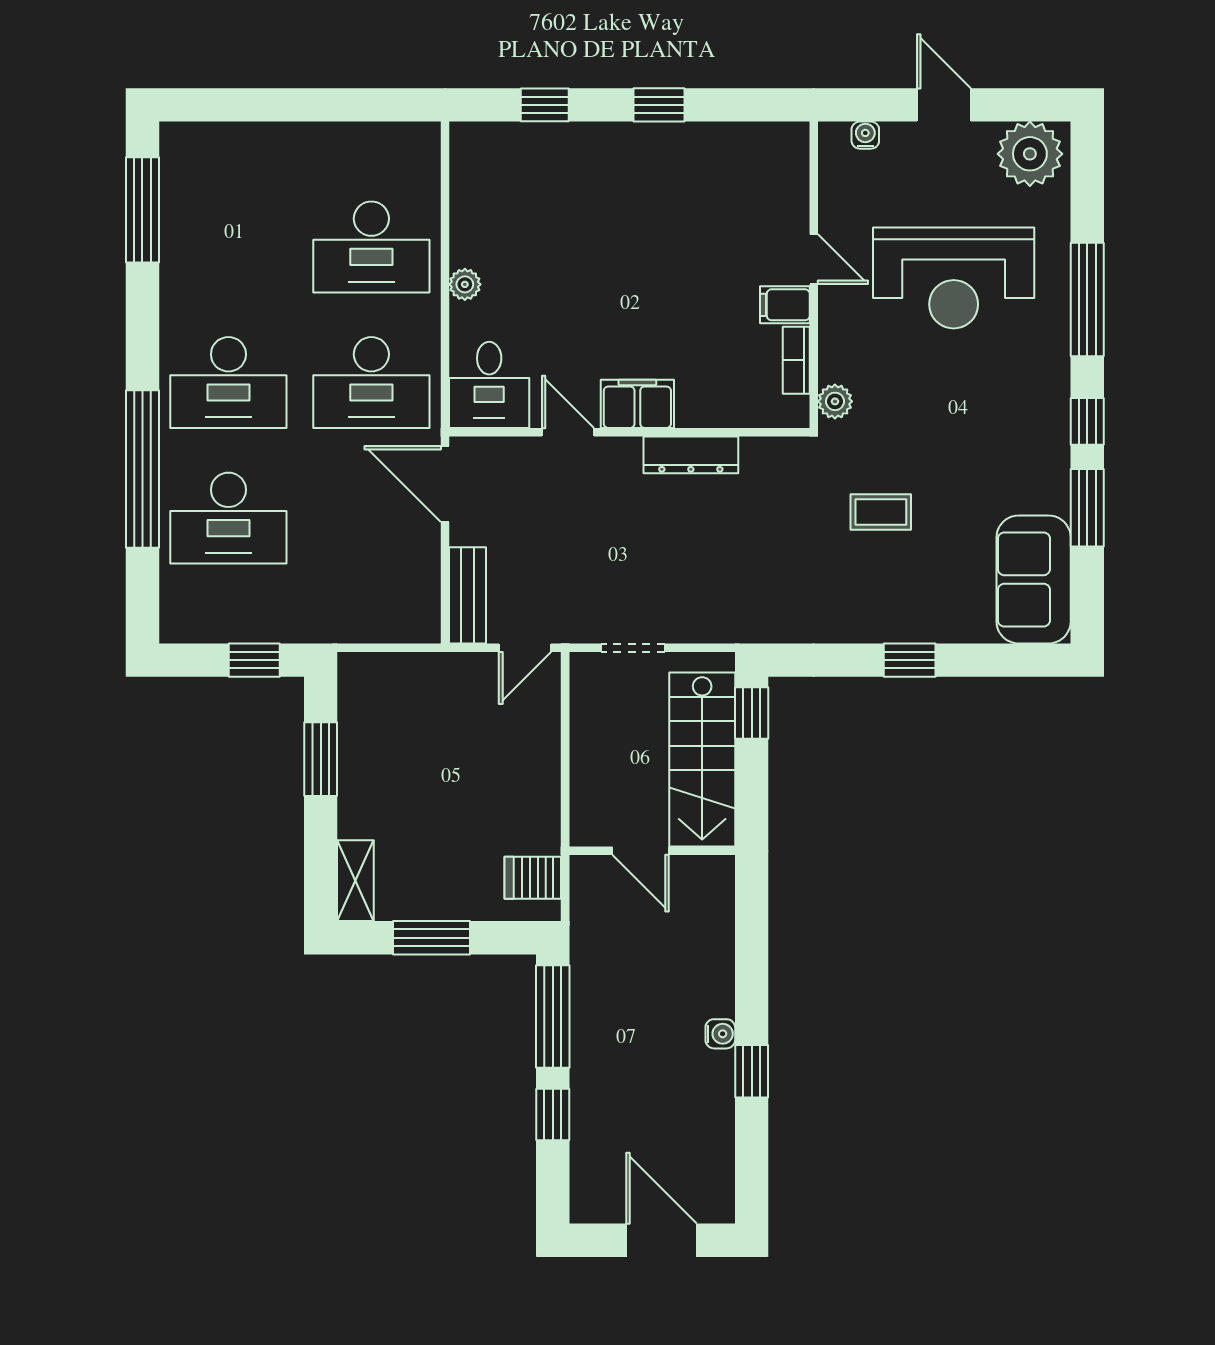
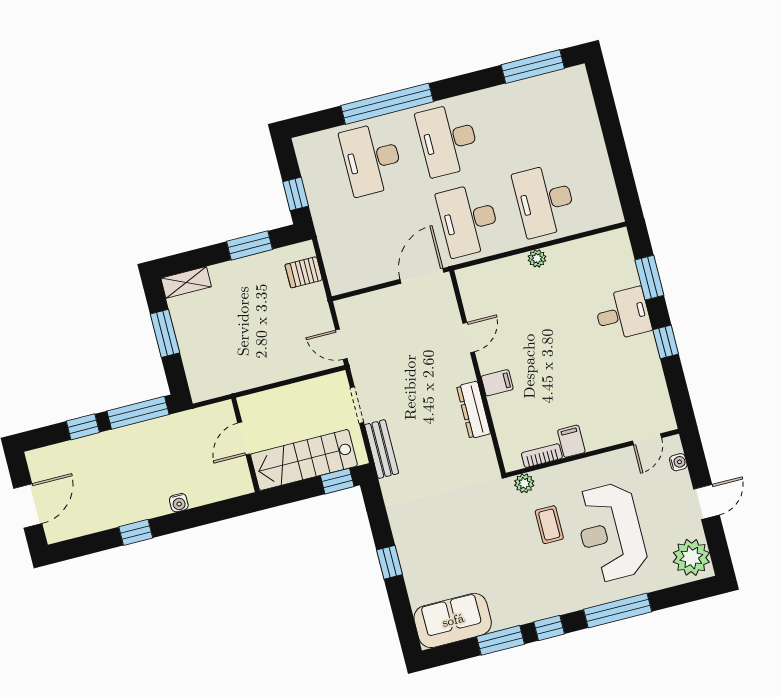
window: (545, 105) -> (649, 278), width x1.50
door: (814, 259) -> (647, 439), moved
desk: (489, 385) -> (623, 314), moved, turned 180
filing cabinet: (637, 404) -> (497, 383), width x0.50
coffee table: (881, 512) -> (549, 525), moved
bench: (468, 595) -> (382, 449), moved, turned 90
server rack: (533, 878) -> (304, 272), moved, turned -90
water cooler: (720, 1034) -> (179, 503), moved

